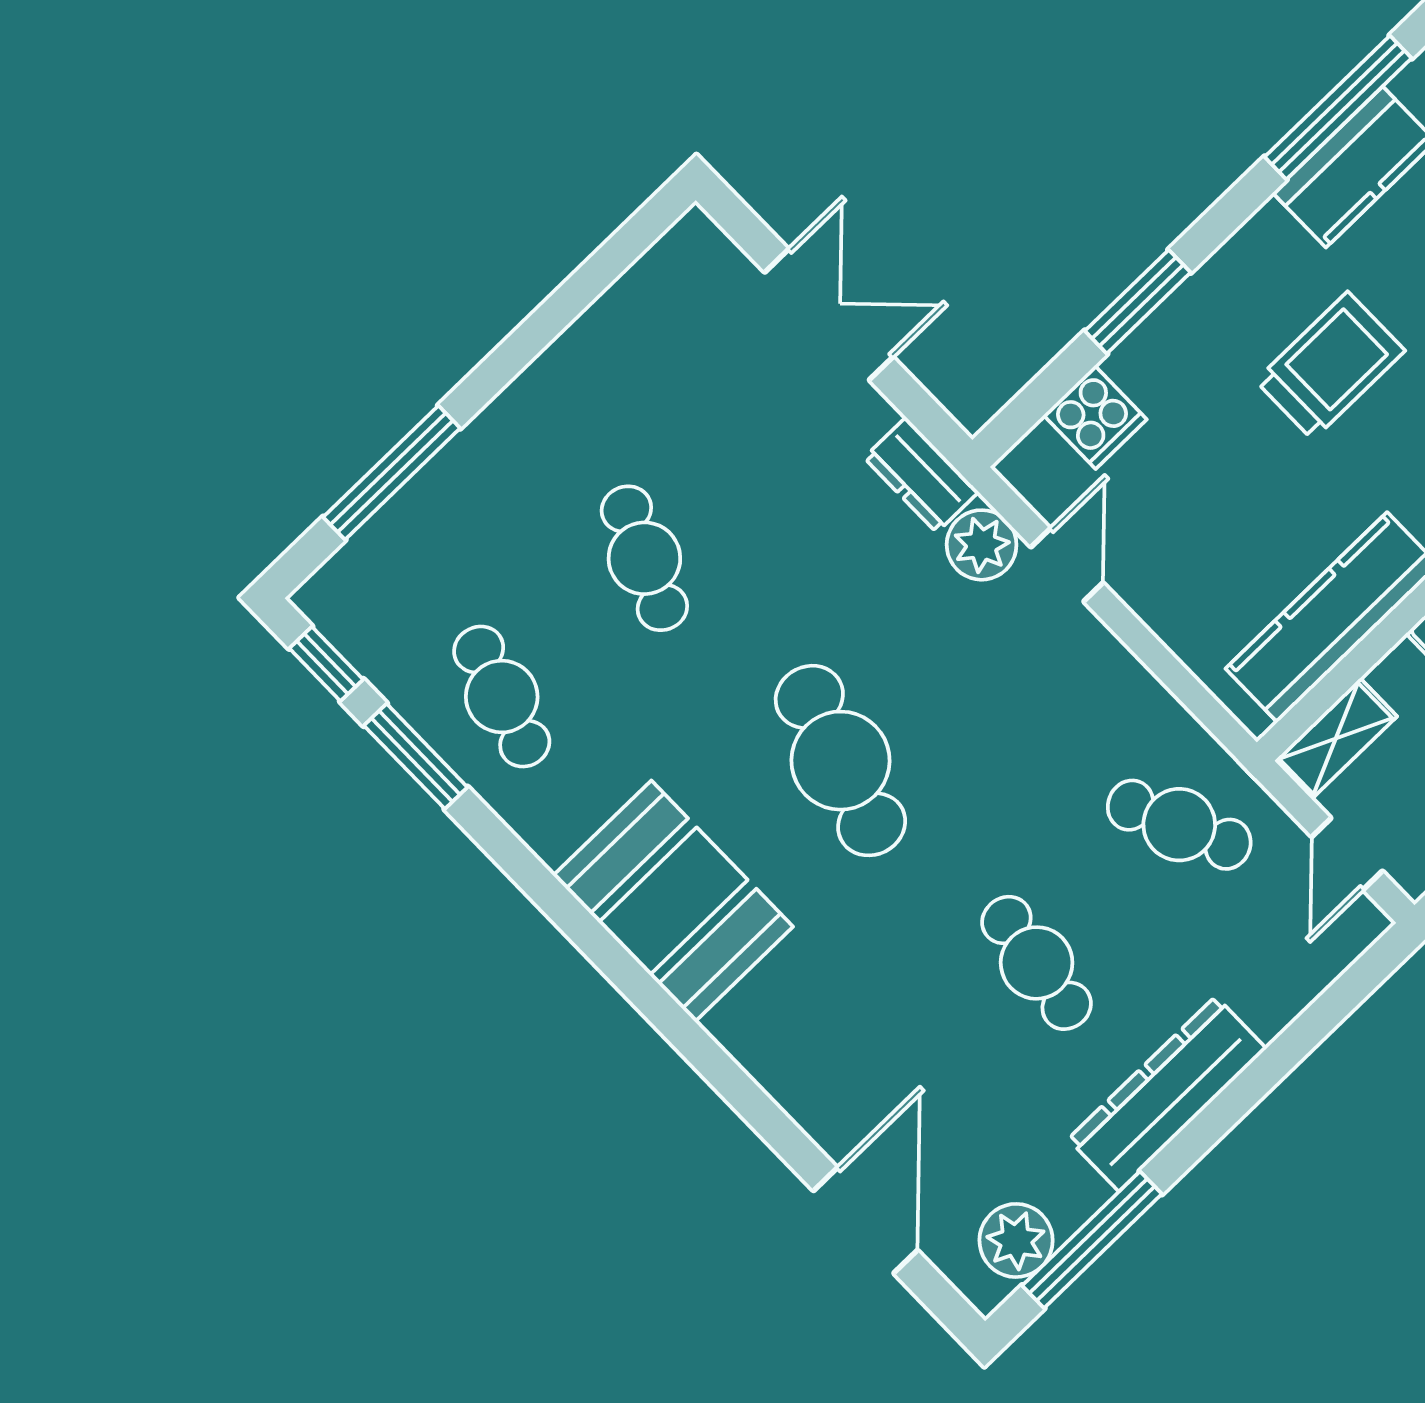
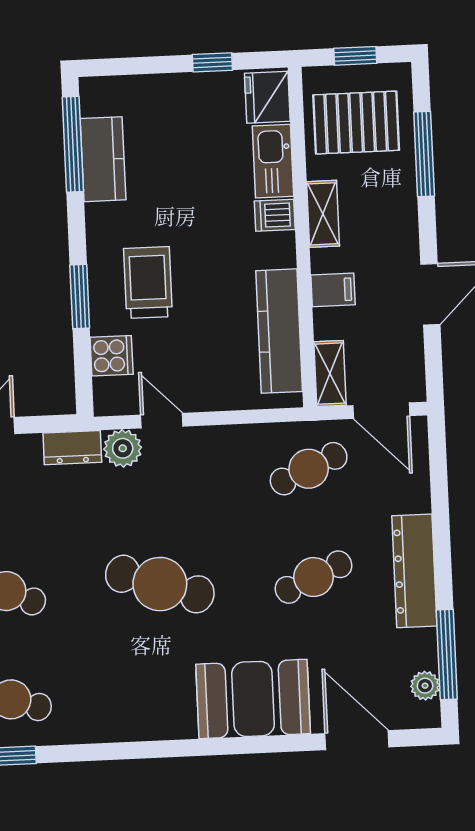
trolley: (1330, 366) -> (148, 283), moved
door: (1347, 854) -> (381, 411), width x1.38
booth: (673, 901) -> (253, 699), moved
cafe table: (1037, 963) -> (314, 577), turned -33
plant: (1016, 1240) -> (425, 686), width x0.73, depth x0.73

